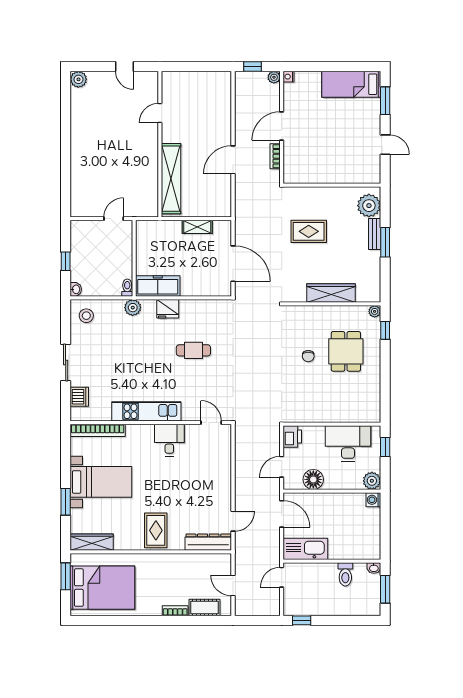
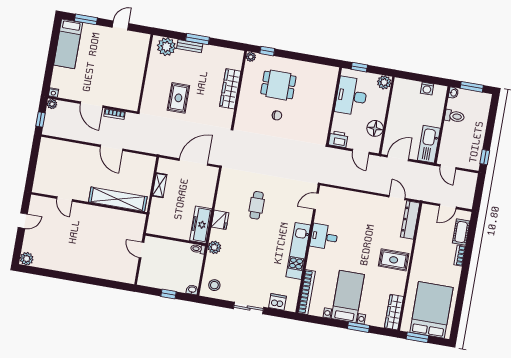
washing machine: (373, 500) -> (427, 89), moved

